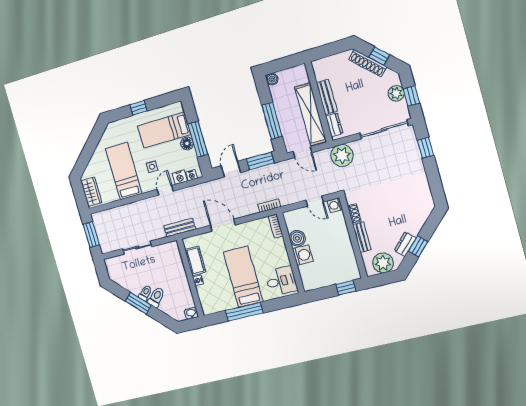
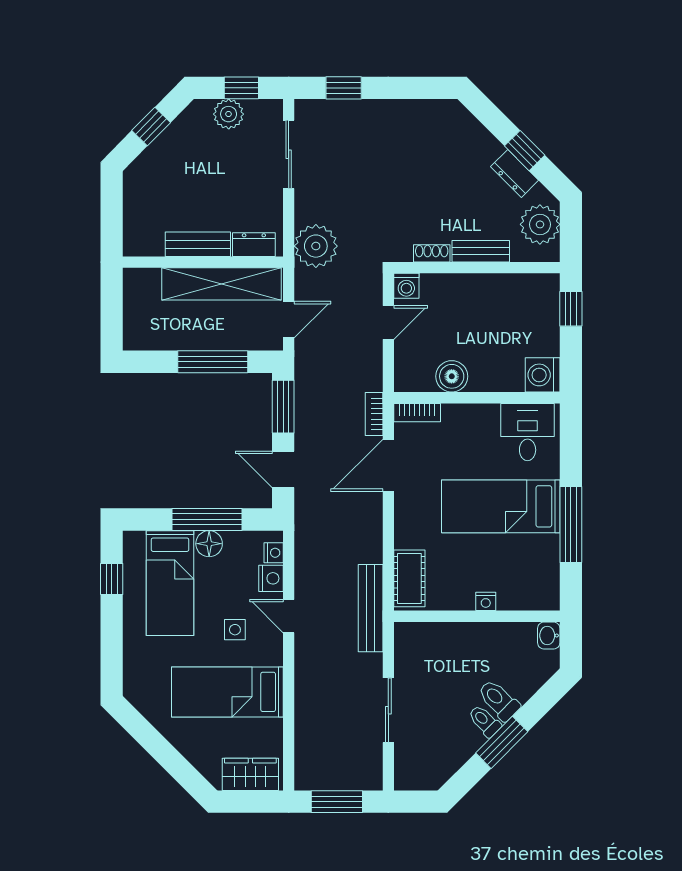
shoe rack: (368, 63) -> (158, 151), removed
boiler: (272, 79) -> (134, 339), removed
window: (139, 108) -> (112, 579), moved
sliding door: (384, 129) -> (289, 154), width x0.73
door: (223, 225) -> (388, 465), moved
bench: (180, 228) -> (371, 608), width x1.36
washing machine: (303, 255) -> (543, 375), moved, turned -90
cot: (195, 261) -> (409, 578), moved, turned 90

